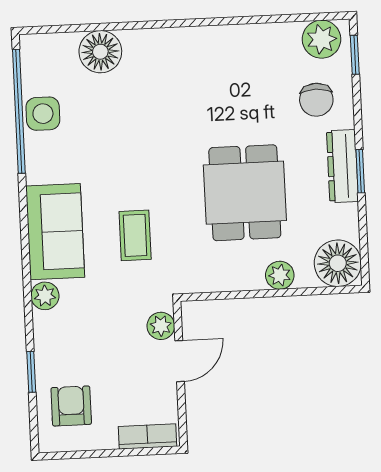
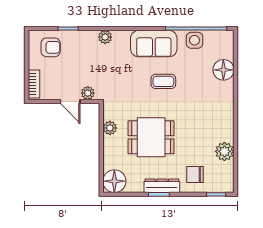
plant: (322, 39) -> (224, 151), moved
sofa: (55, 232) -> (154, 44), moved
coffee table: (135, 235) -> (163, 81), moved
plant: (280, 275) -> (110, 128), moved

